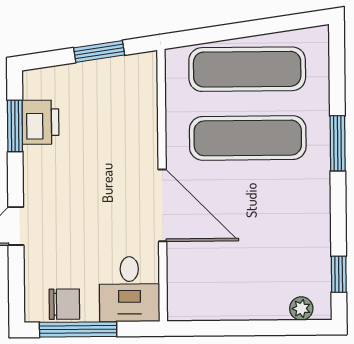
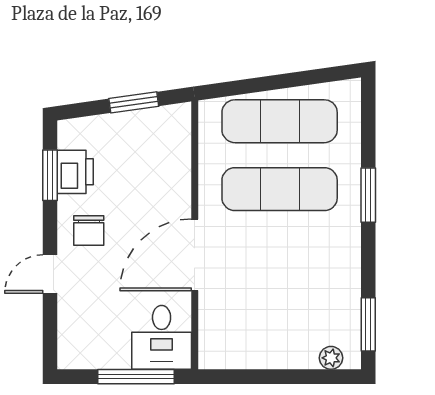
door: (162, 205) -> (195, 255), swing flipped
window: (339, 274) -> (368, 324), width x1.50
chair: (64, 304) -> (89, 230), moved, turned 90
window: (78, 329) -> (136, 377), moved

